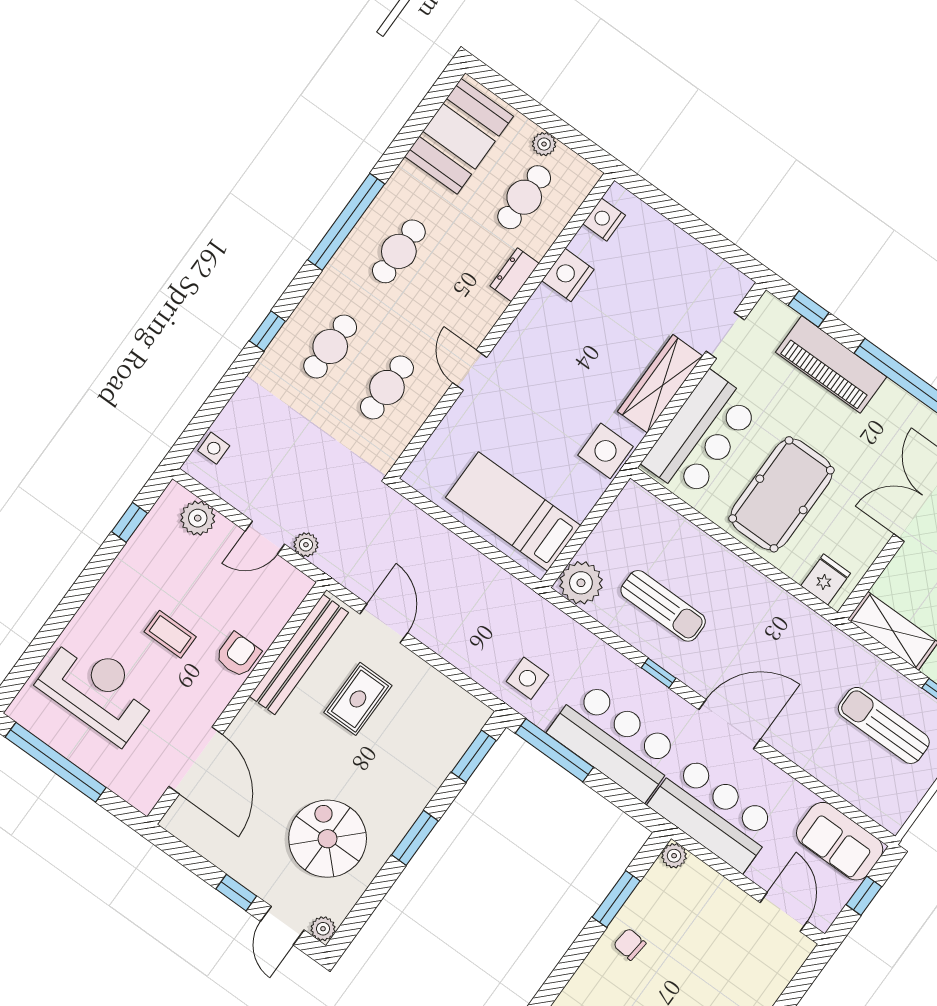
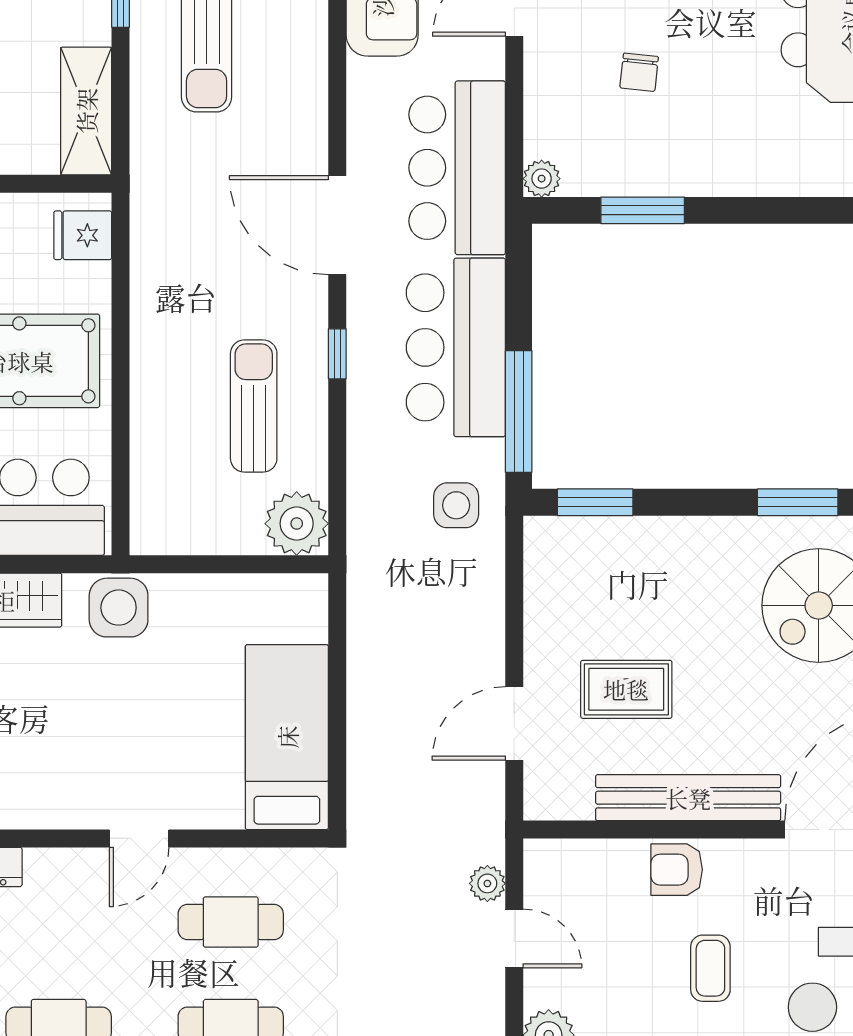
bed: (513, 511) -> (287, 737), moved, turned 180
bench: (299, 654) -> (688, 798), moved
window: (415, 838) -> (798, 502), moved
chair: (630, 944) -> (639, 72), moved

